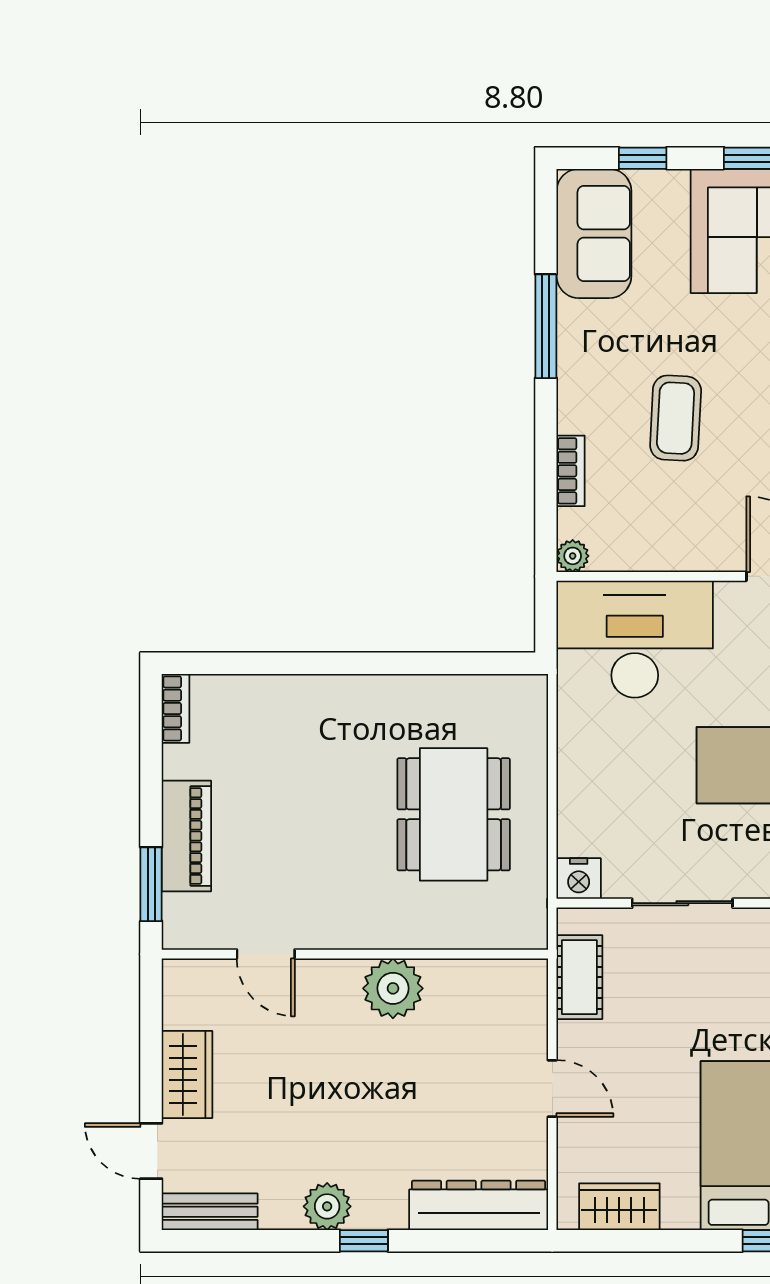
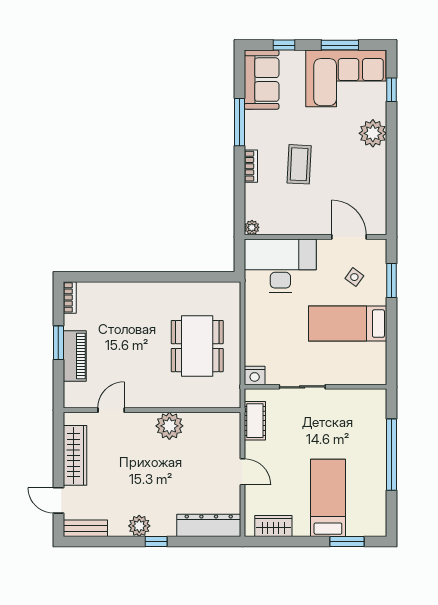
bookcase: (571, 471) -> (251, 166), moved
window: (151, 884) -> (58, 343), moved
door: (266, 954) -> (111, 410), swing flipped
wardrobe: (187, 1074) -> (75, 455), width x1.50

